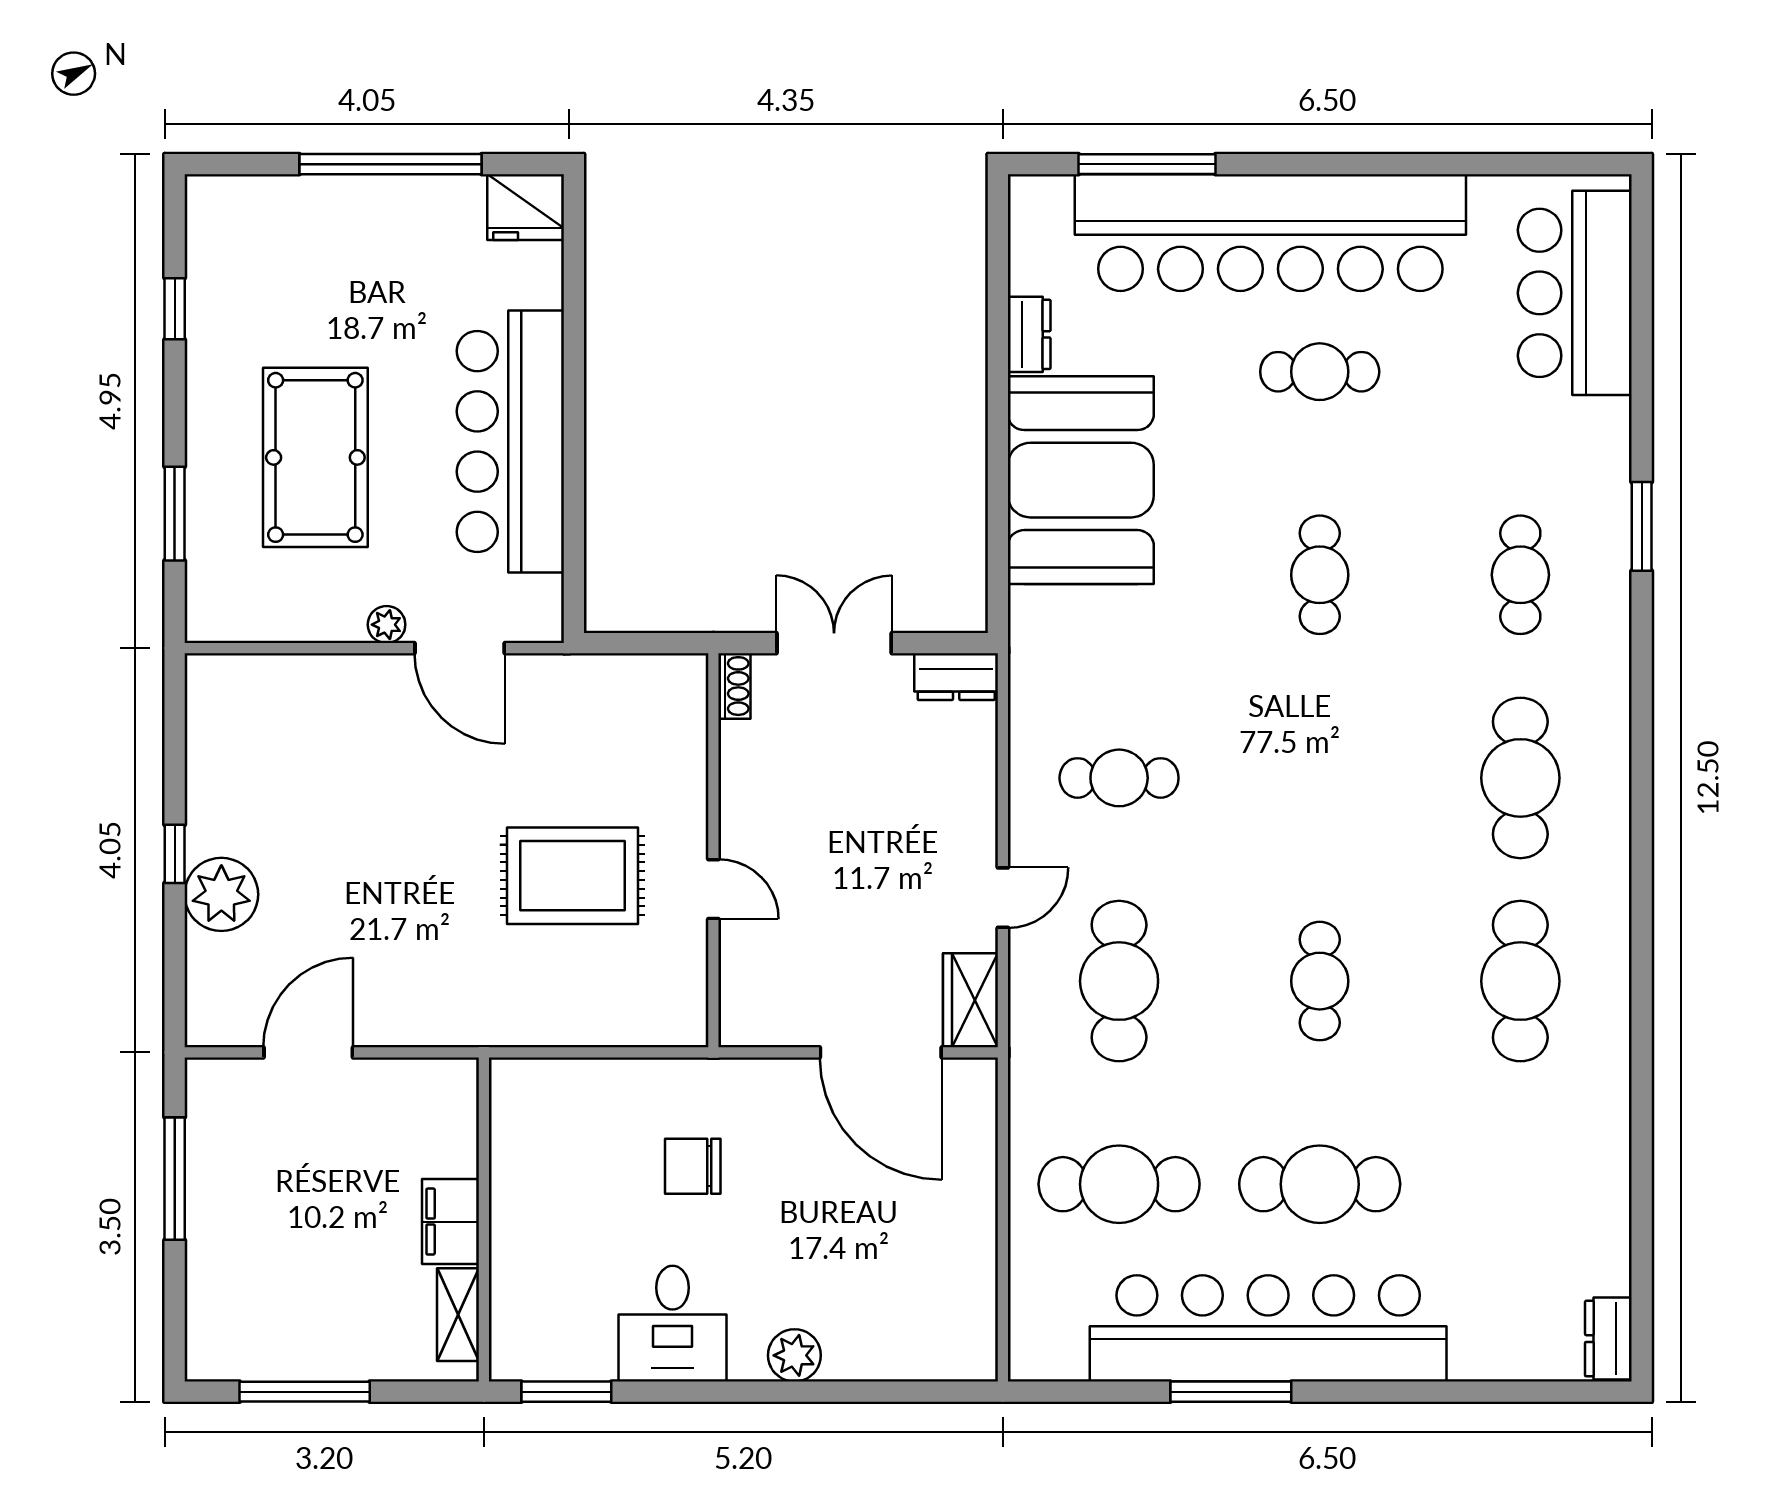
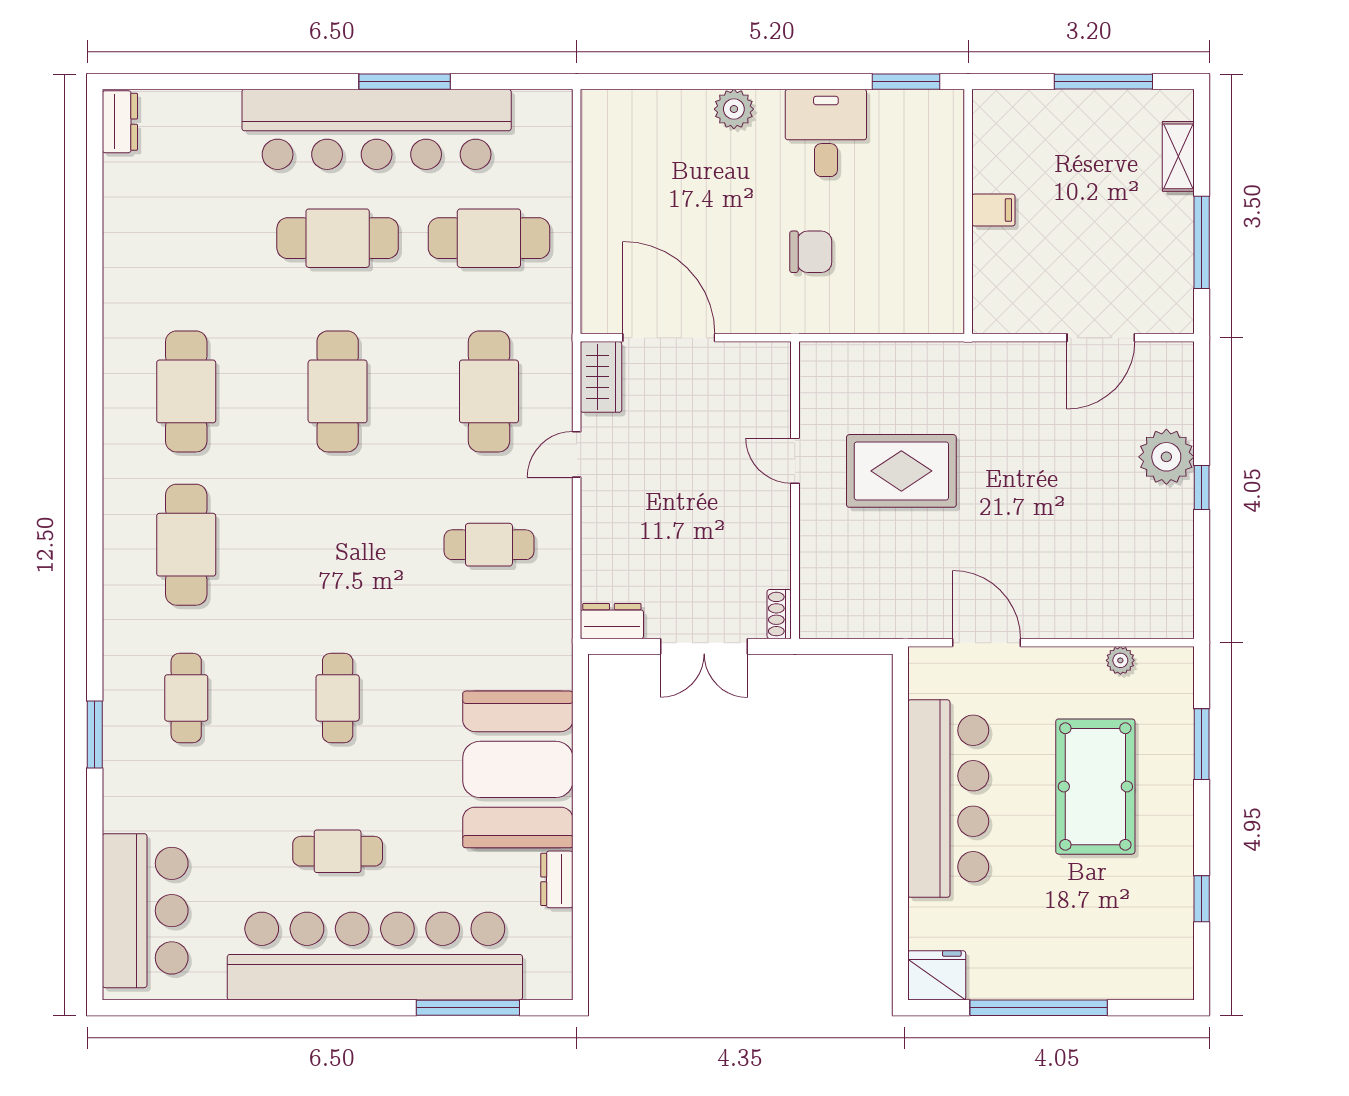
plant: (387, 625) -> (1120, 660), moved
cafe table: (1320, 981) -> (338, 391), width x1.37, depth x1.35
filing cabinet: (450, 1222) -> (993, 210), width x0.50
shelving: (458, 1315) -> (1178, 156), moved

